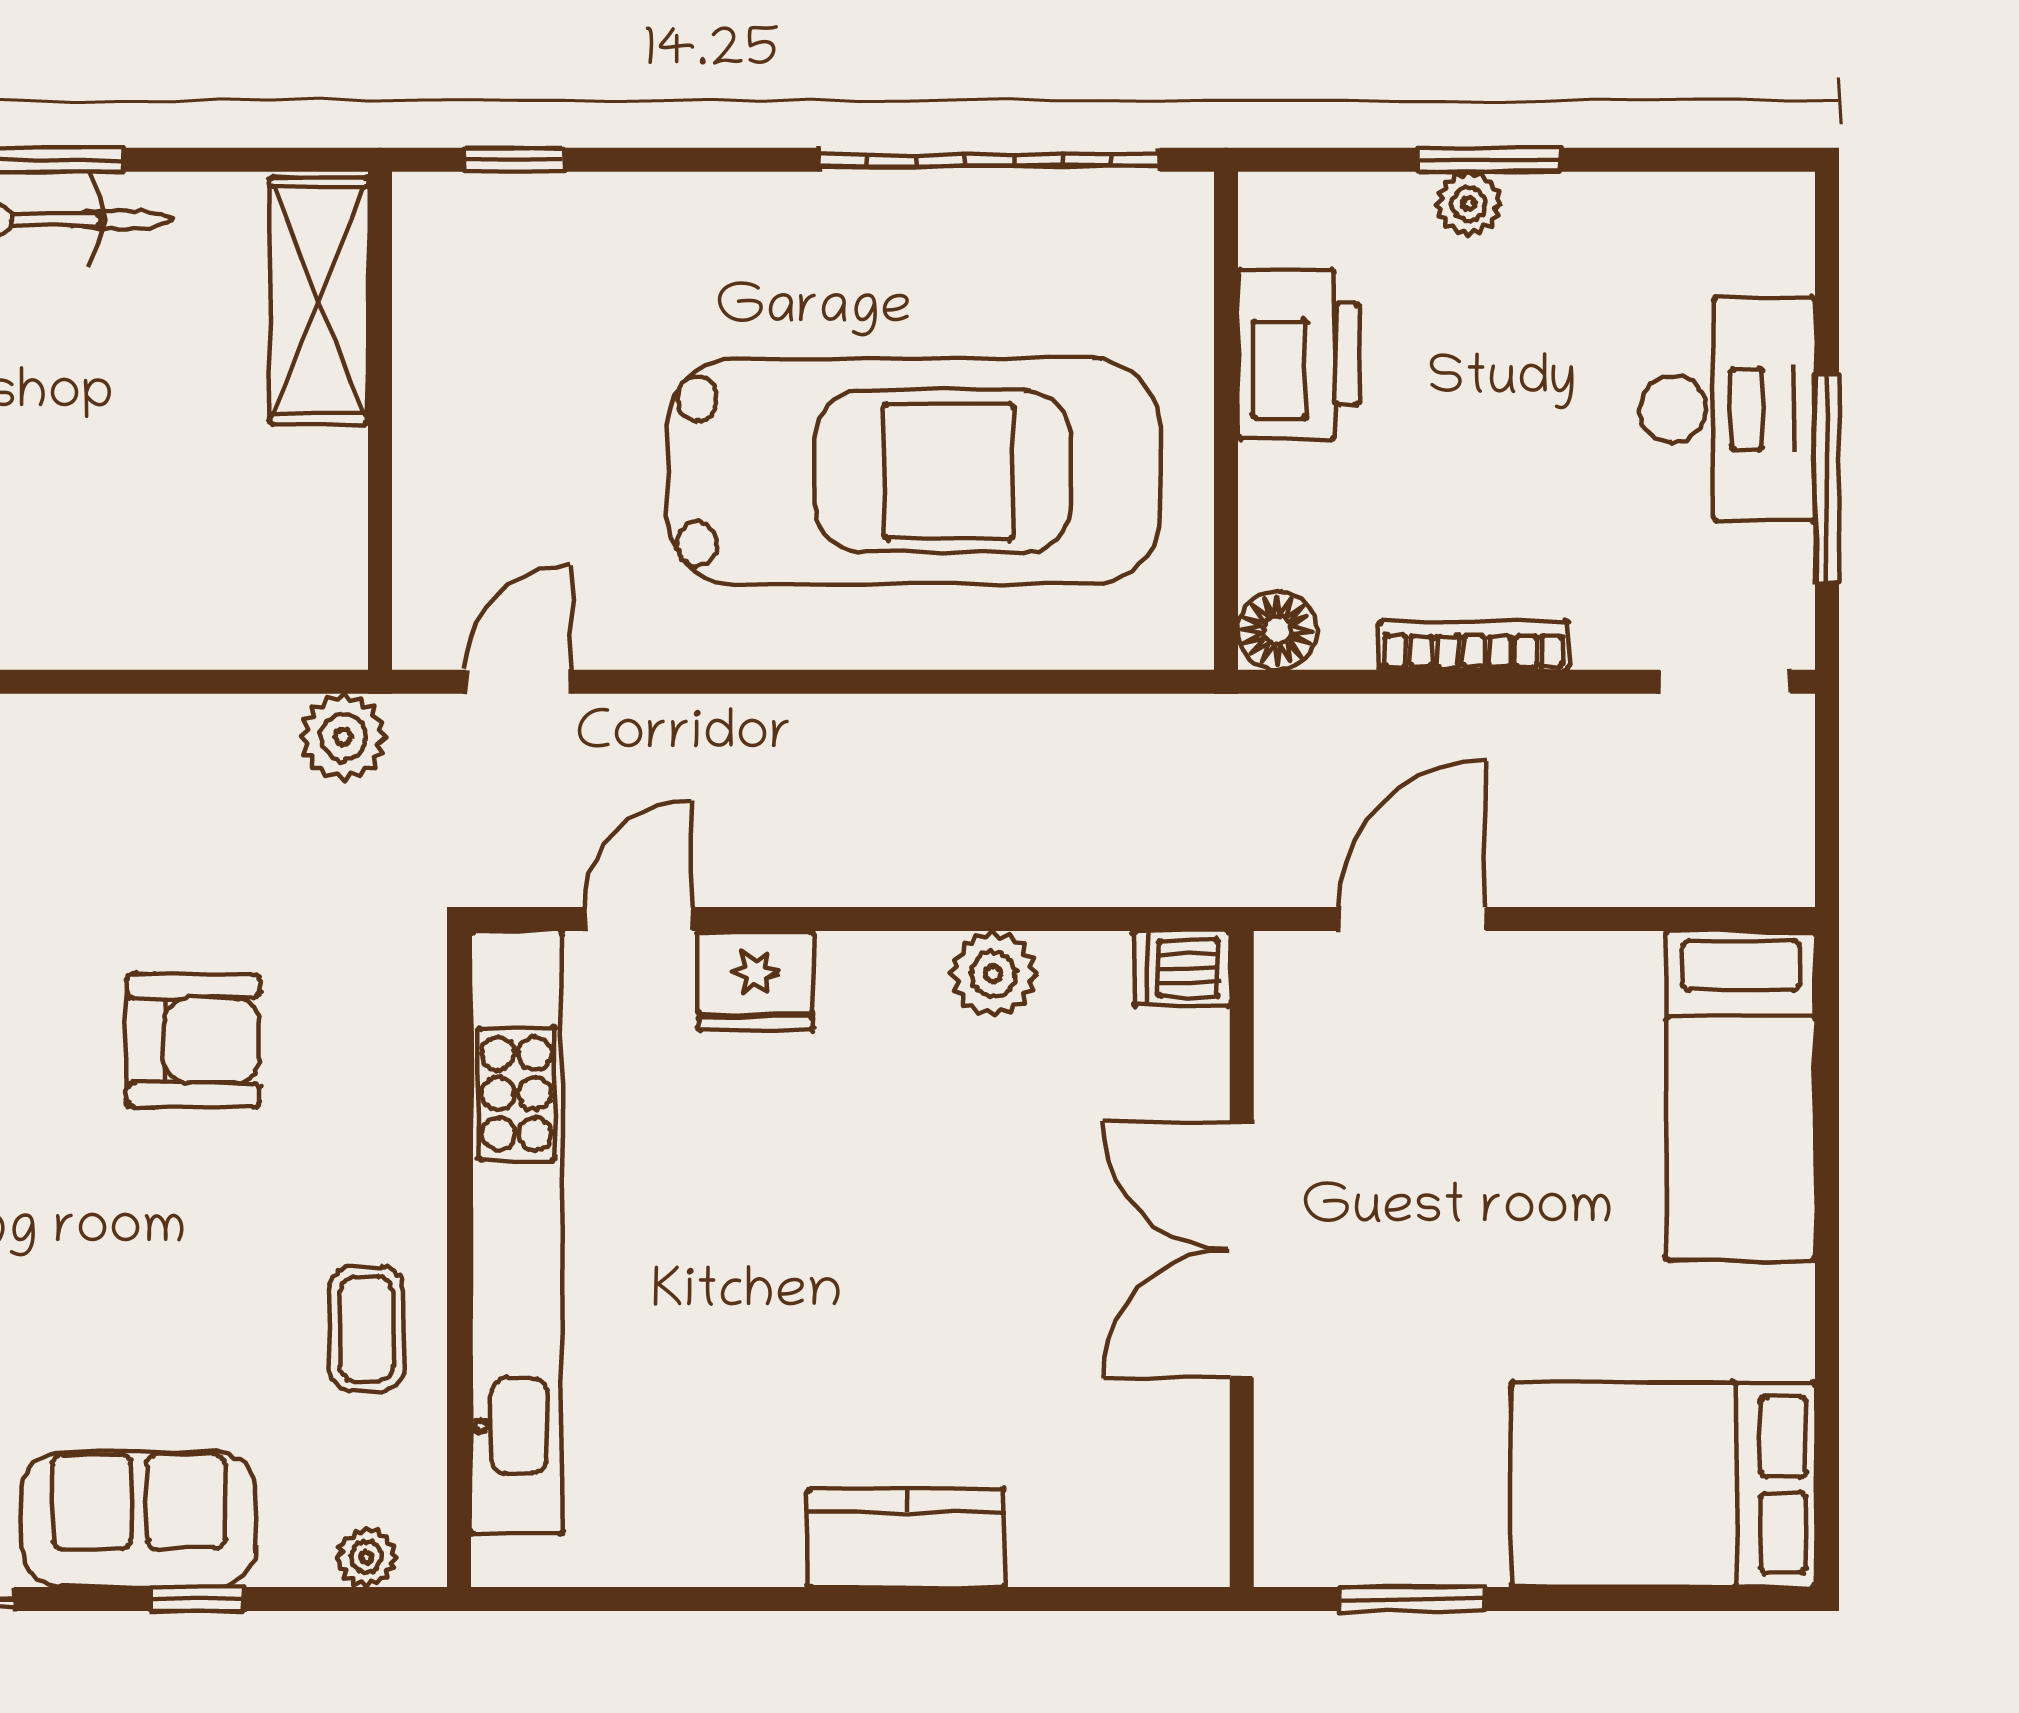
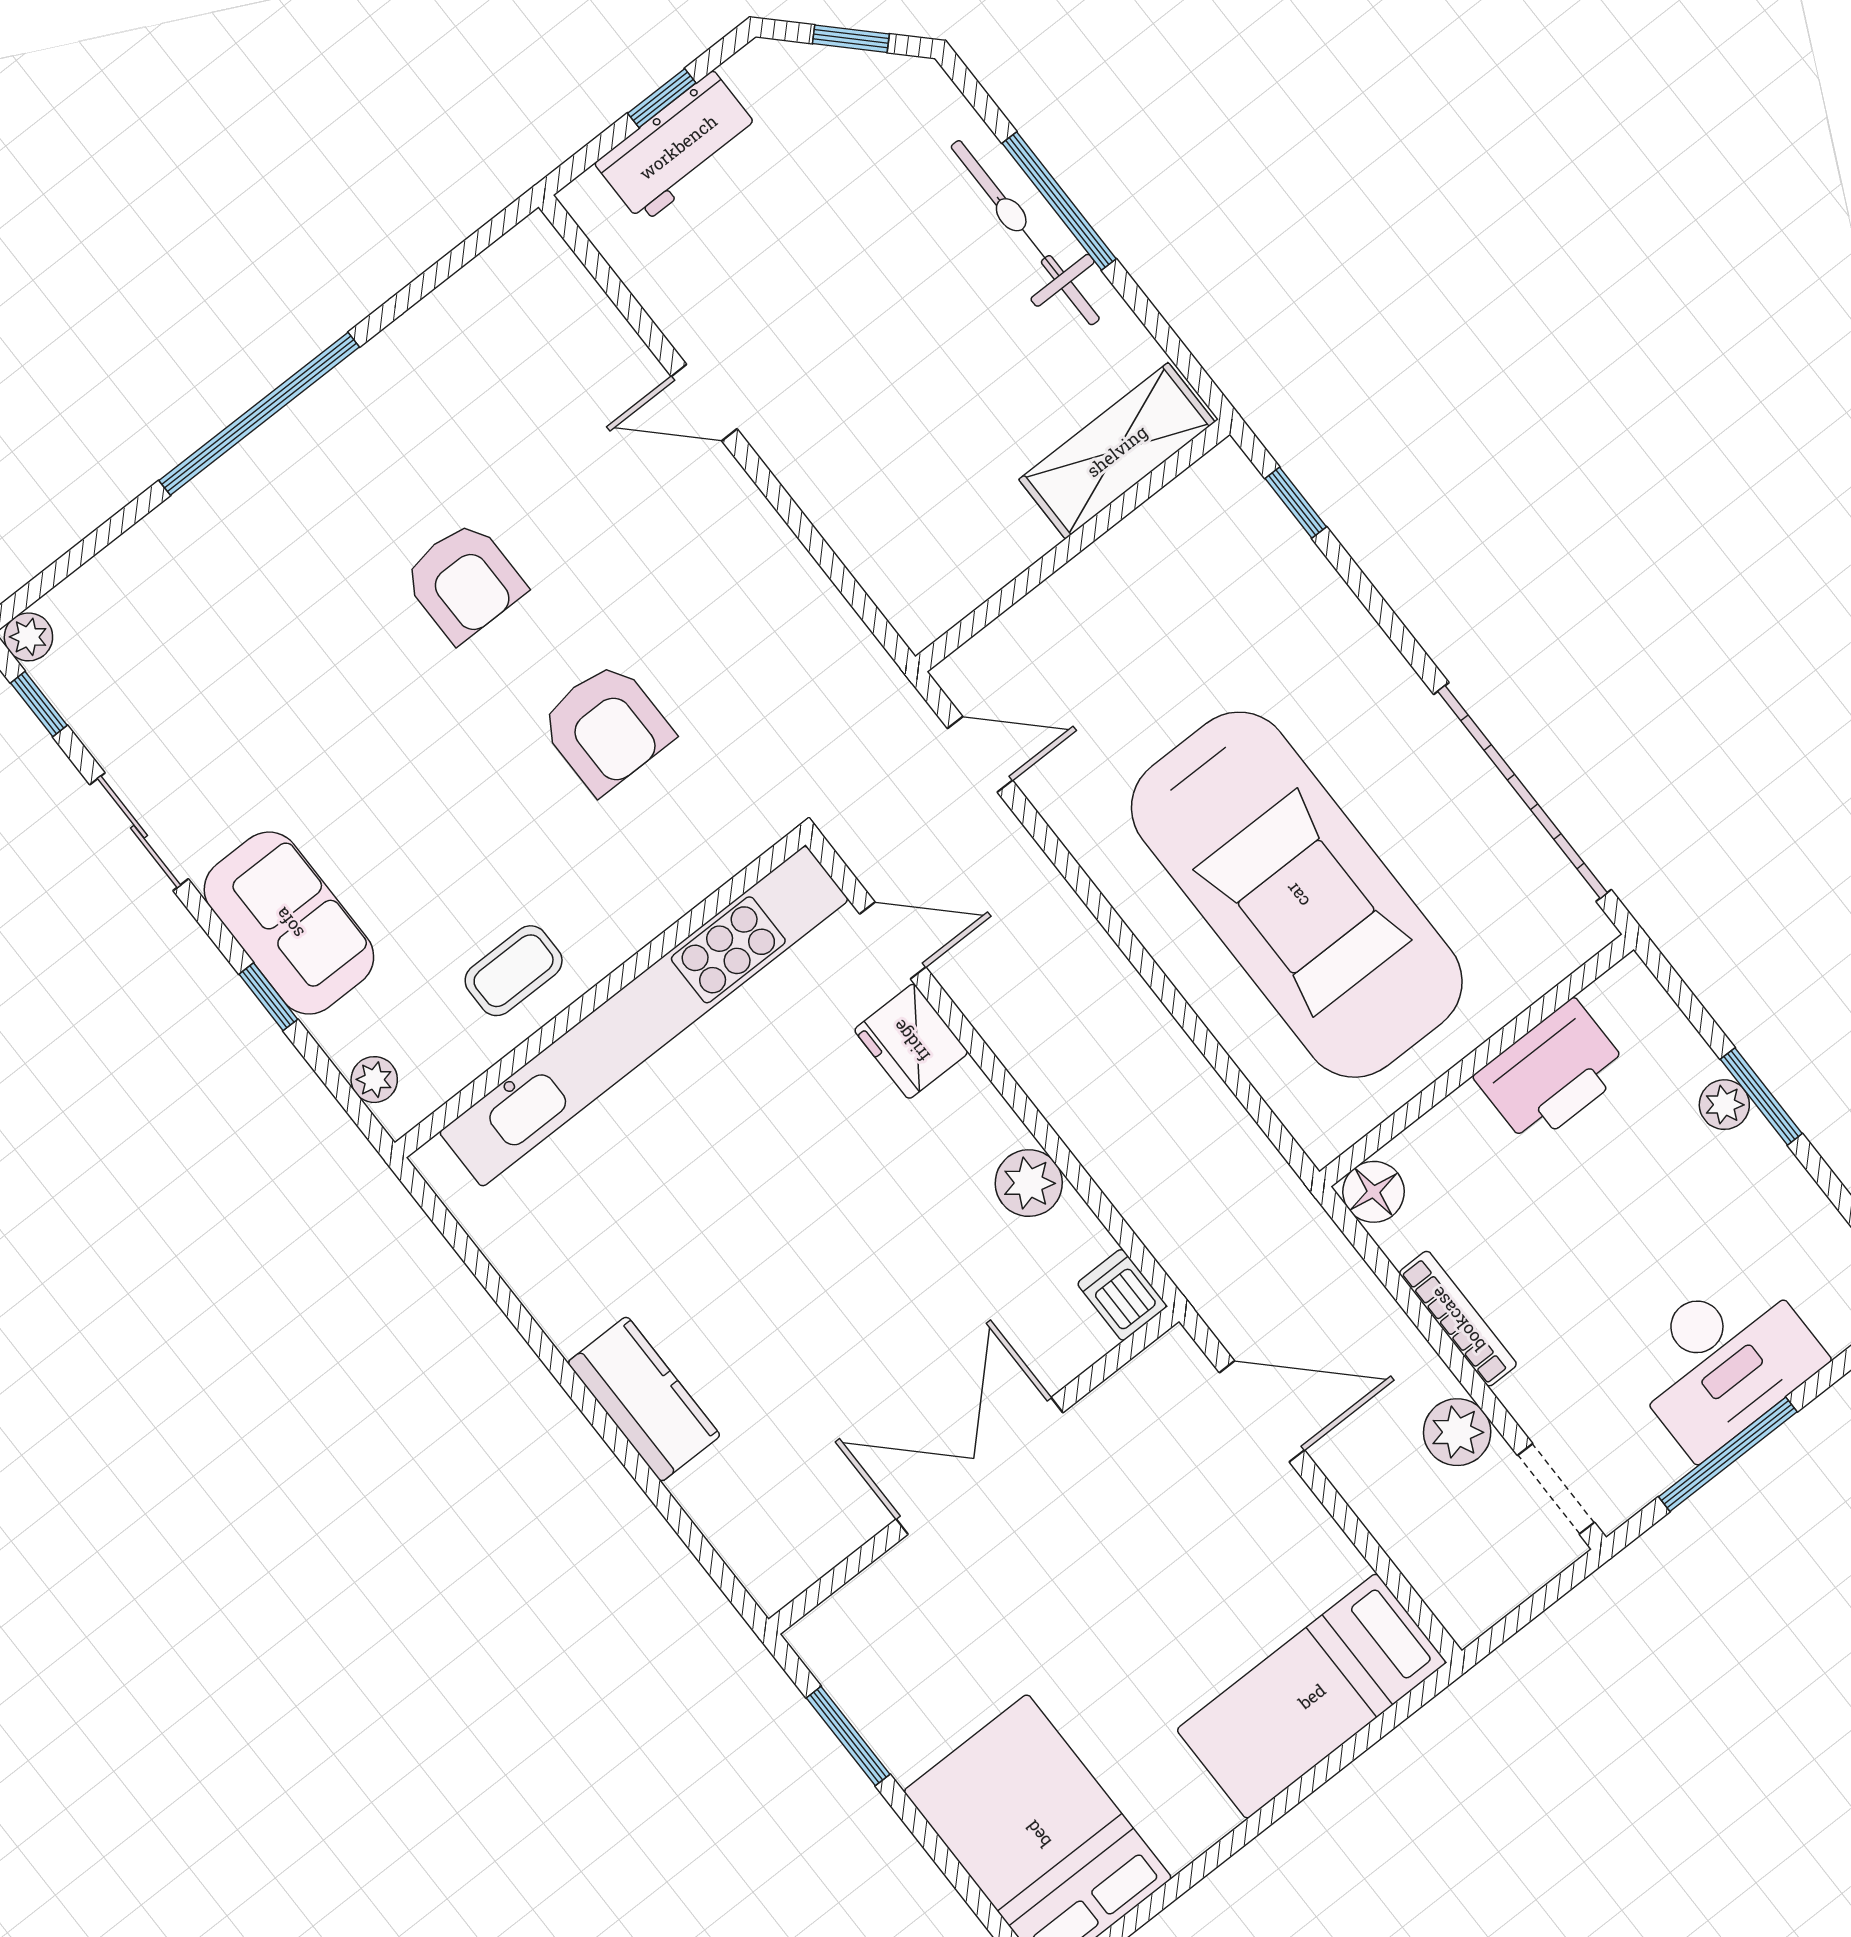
plant: (343, 737) -> (1457, 1432), moved

